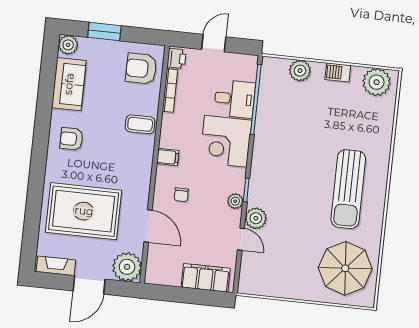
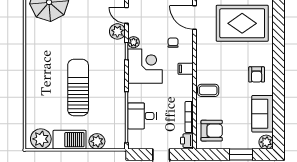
barbecue: (338, 72) -> (70, 140), width x1.88, depth x1.53
armchair: (71, 139) -> (257, 74), turned 90
corner desk: (226, 141) -> (145, 66), moved
sun lounger: (348, 189) -> (78, 87), moved

